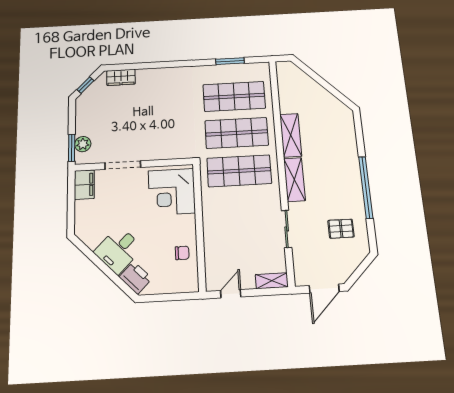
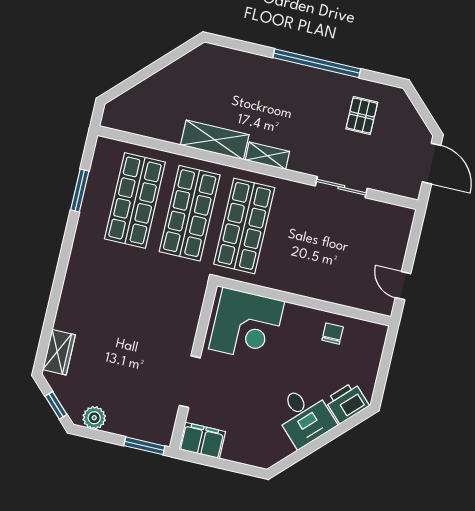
plant: (83, 144) -> (94, 418), moved
shelving: (294, 180) -> (267, 156), width x0.67, depth x0.75
shelving: (272, 281) -> (402, 228), removed

